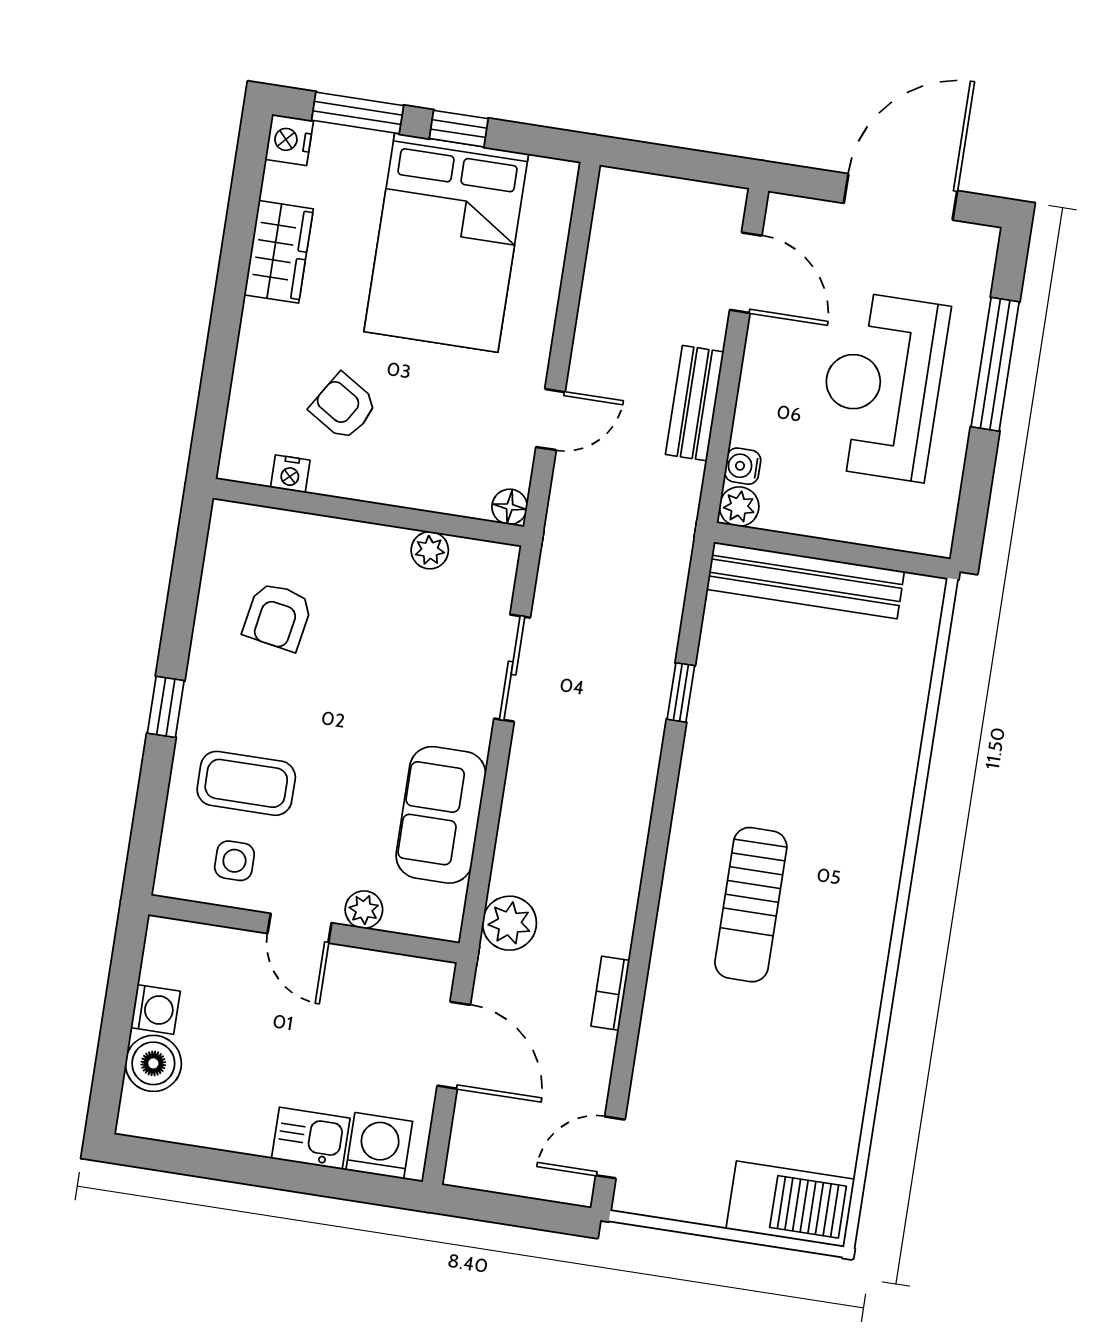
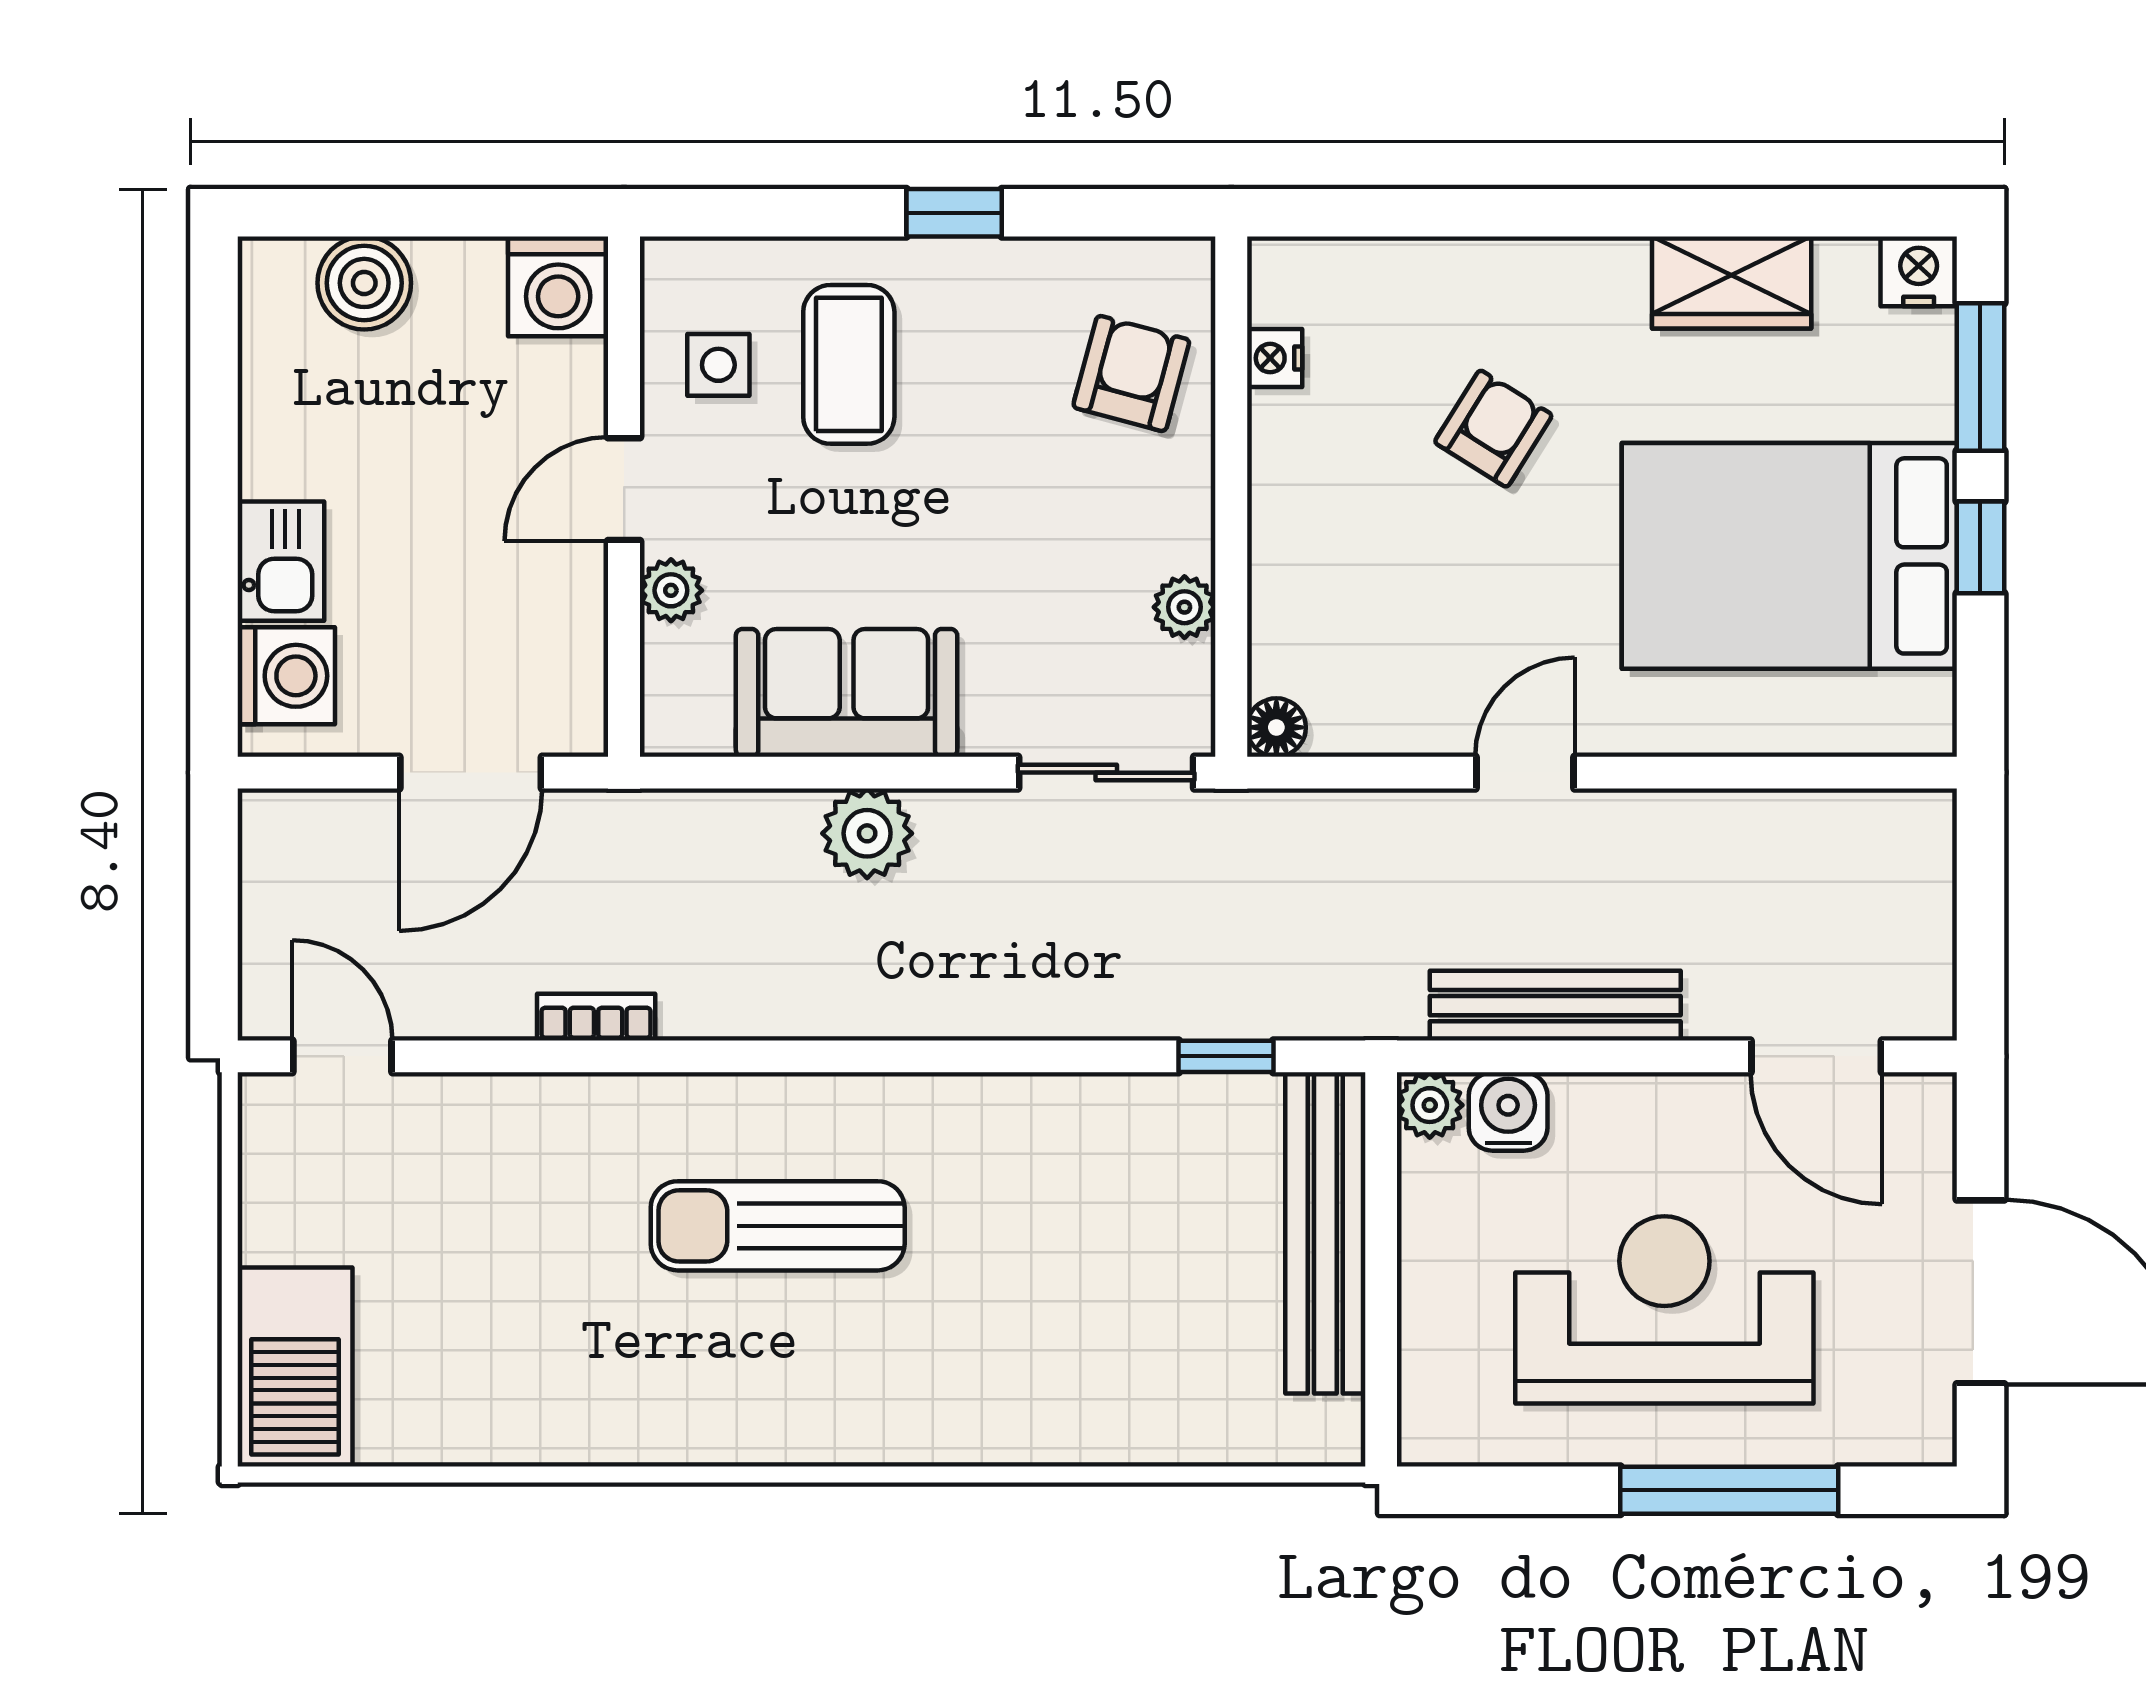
door: (746, 273) -> (1816, 1056), hinge flipped
bench: (695, 403) -> (1555, 1006), width x1.36
door: (551, 420) -> (1525, 773), swing flipped
water cooler: (743, 466) -> (1508, 1112), width x1.38, depth x1.38
nightstand: (290, 474) -> (1275, 358), moved
floor lamp: (510, 507) -> (1276, 727), moved
wall: (368, 512) -> (1231, 497), moved
plant: (430, 550) -> (1184, 607), moved
armchair: (278, 616) -> (1131, 374), turned 95
window: (681, 692) -> (1226, 1056), moved
plant: (509, 923) -> (867, 833), moved
washing machine: (155, 1009) -> (558, 286), moved, width x1.38, depth x1.38

